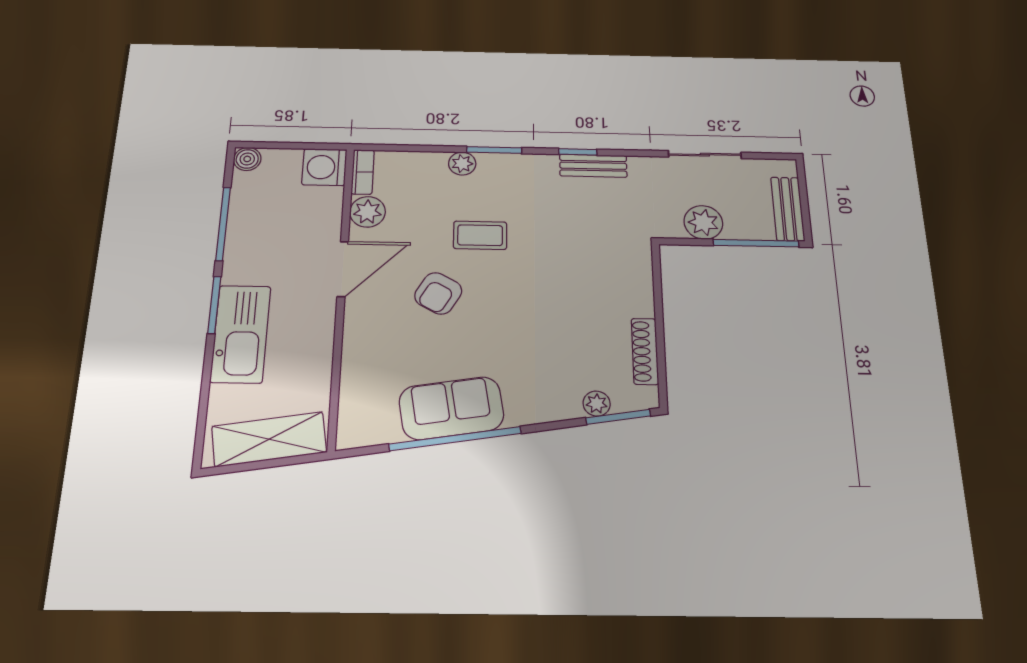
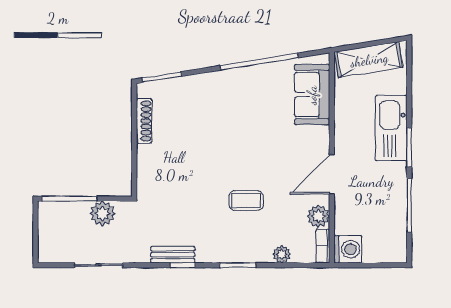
boiler: (247, 159) -> (398, 254), removed
plant: (462, 164) -> (282, 254), moved
bench: (788, 209) -> (47, 225), removed
armchair: (438, 293) -> (272, 158), removed
plant: (597, 404) -> (175, 86), removed
sofa: (451, 408) -> (312, 95), moved, turned 99

